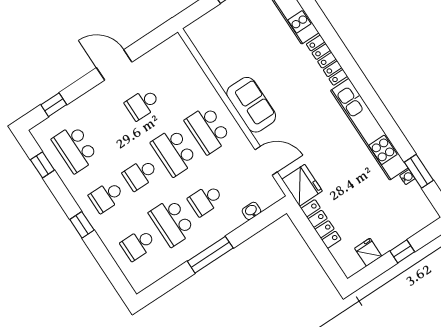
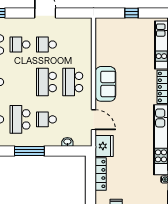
school desk: (140, 174) -> (20, 45), moved

